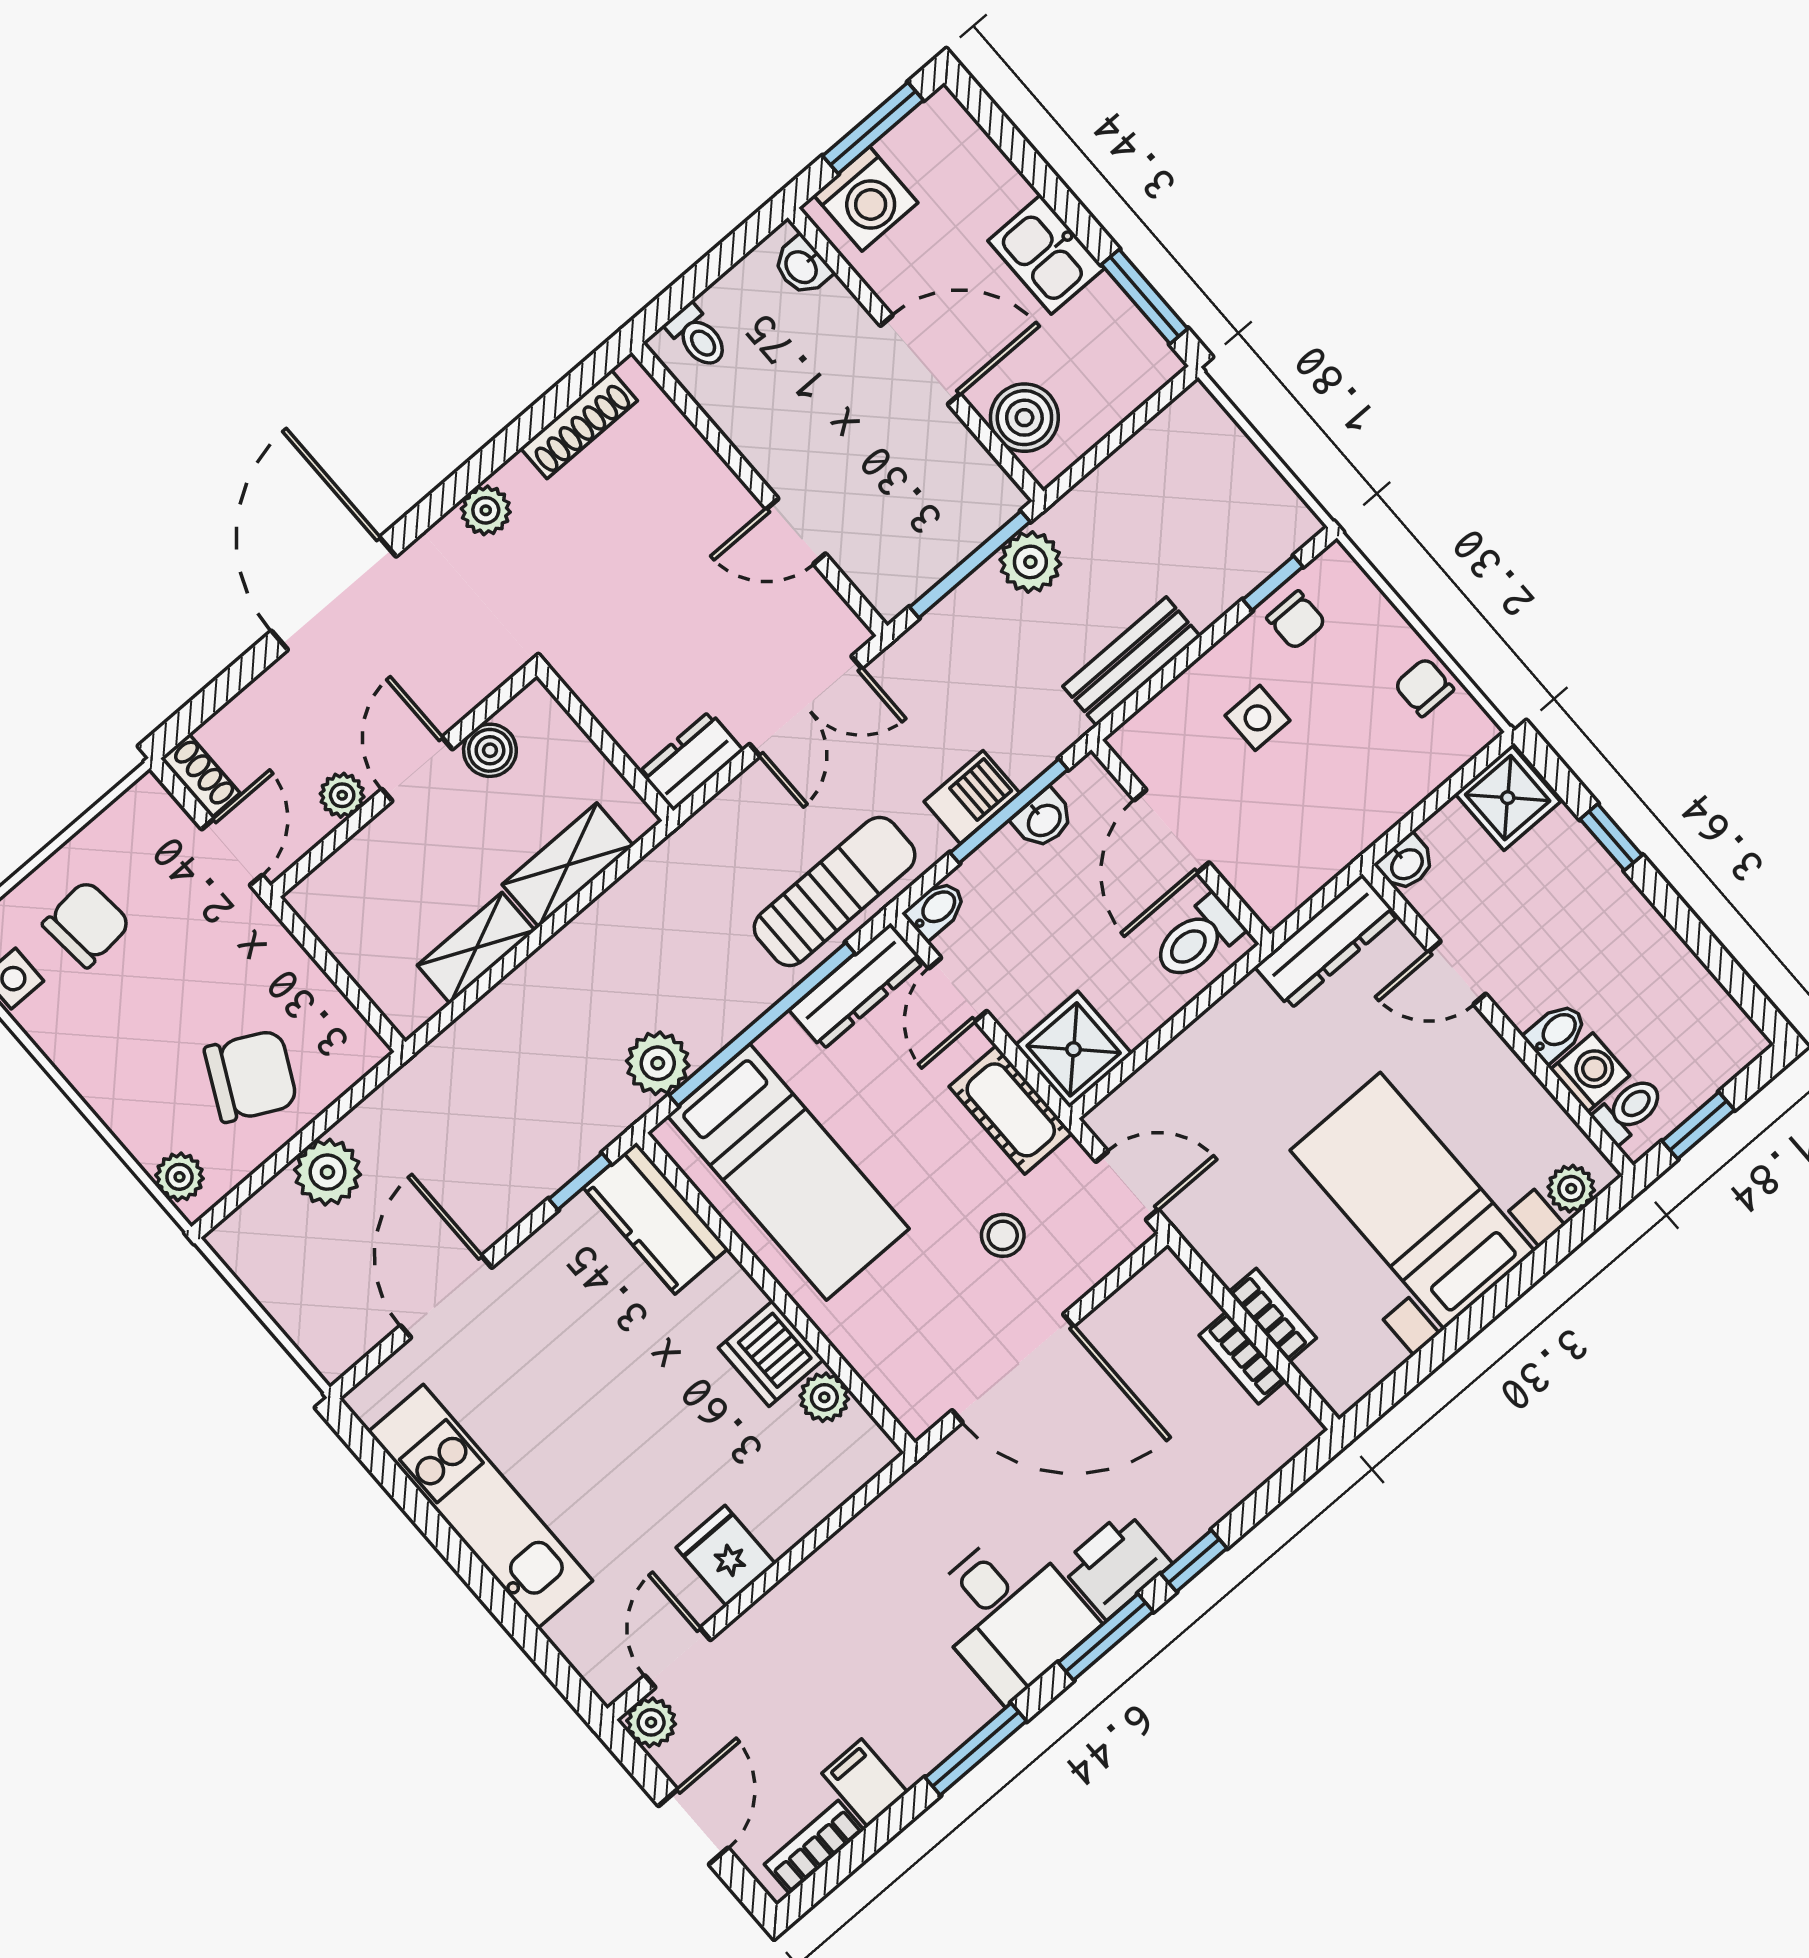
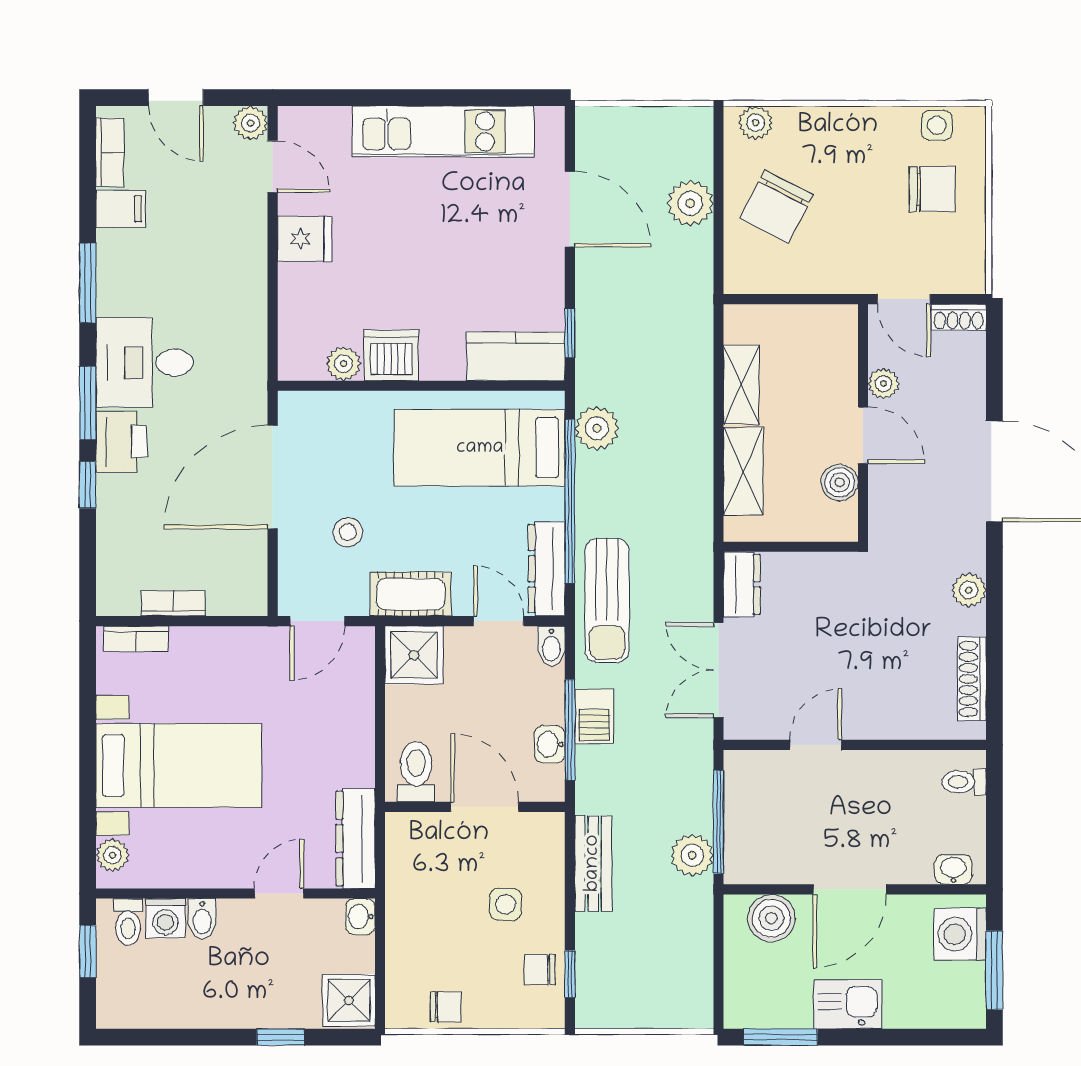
chair: (87, 924) -> (932, 189), turned -85
bookcase: (1273, 1315) -> (136, 639), moved

